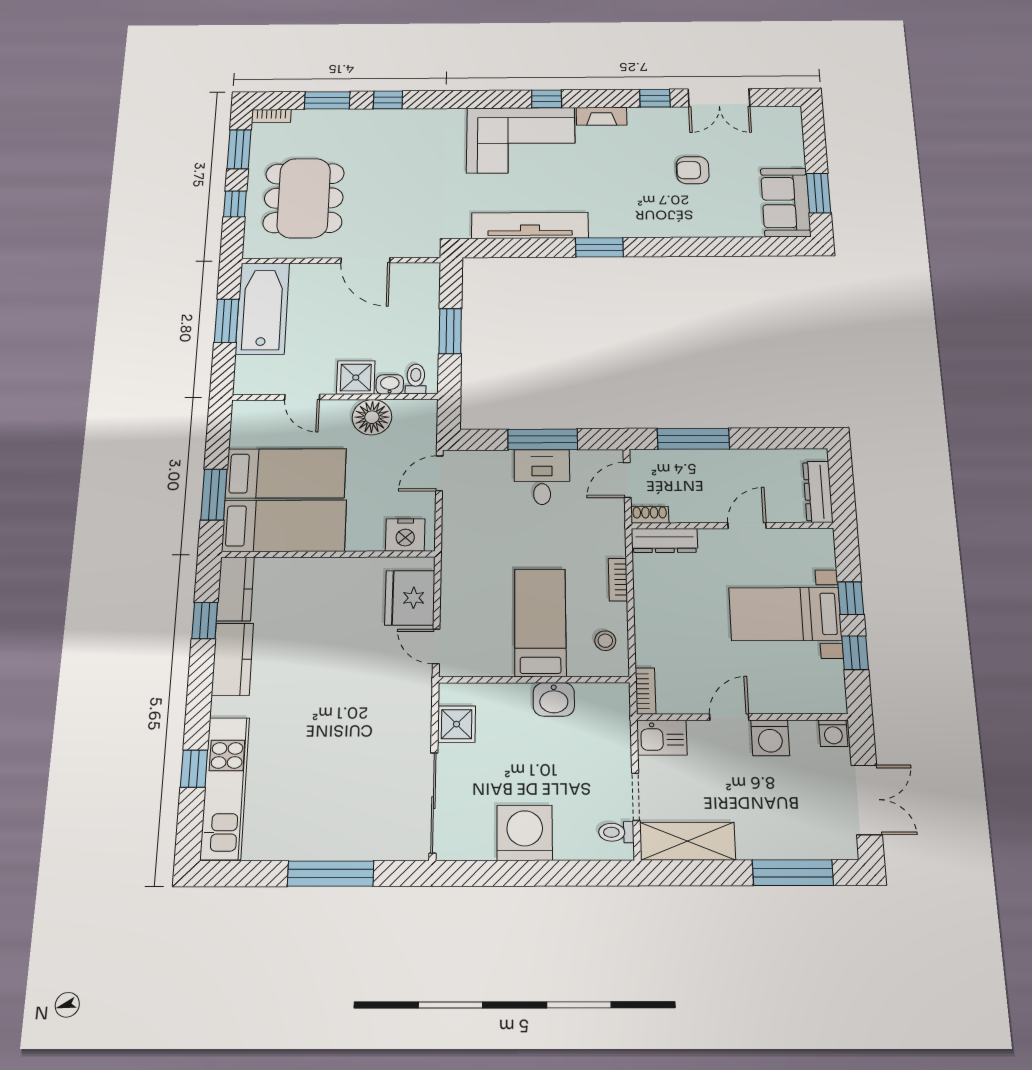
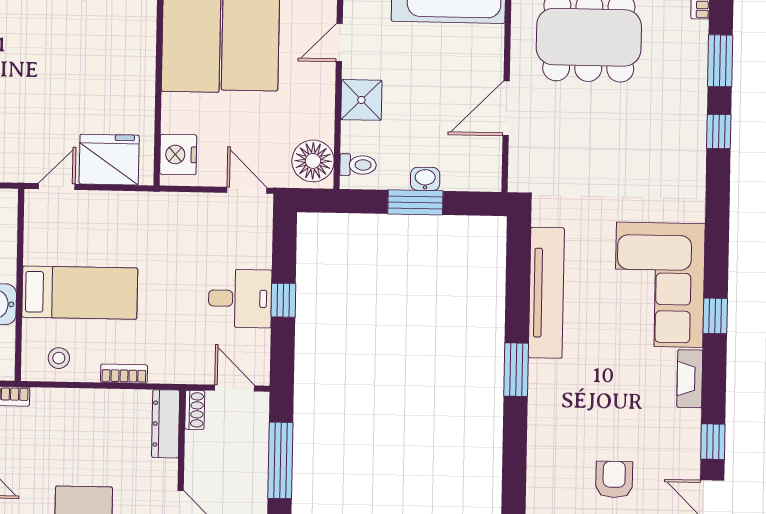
washbasin: (390, 384) -> (425, 179), moved, turned -90
floor lamp: (372, 417) -> (313, 161), moved
window: (543, 439) -> (283, 300), width x0.46

